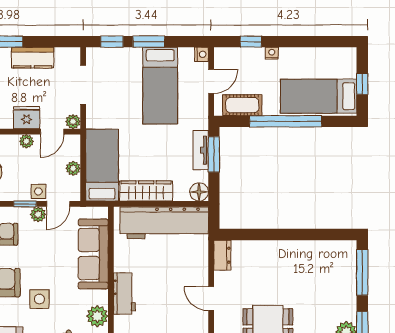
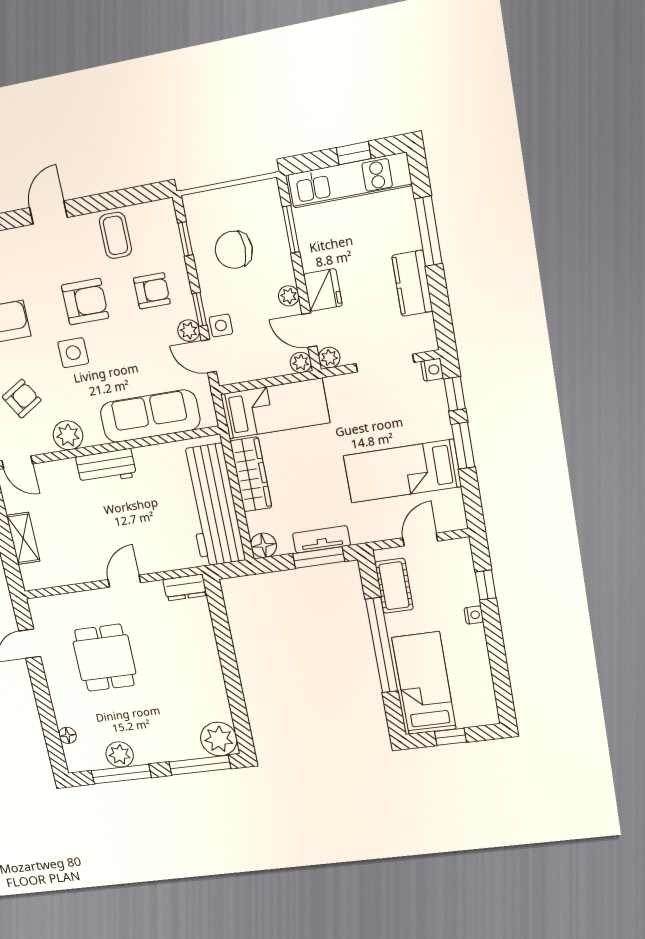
nightstand: (202, 54) -> (432, 370), moved, turned -90
door: (211, 81) -> (420, 539), swing flipped
plant: (73, 168) -> (301, 362), moved
plant: (343, 254) -> (219, 739), added

